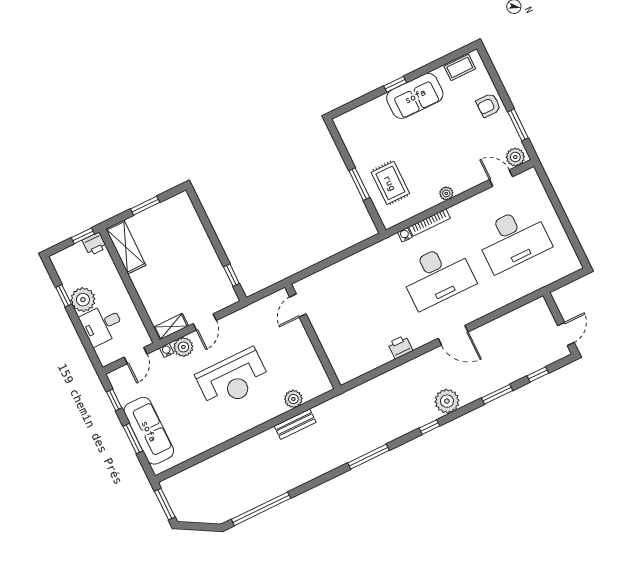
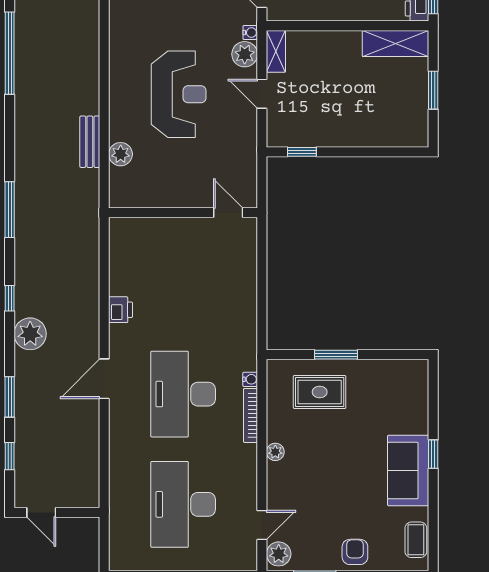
reception desk: (233, 379) -> (179, 94), turned 180

